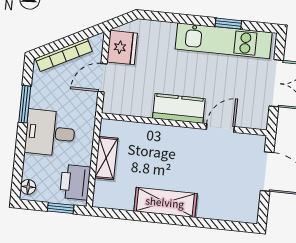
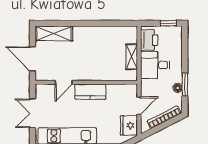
desk: (50, 133) -> (155, 65), moved, turned 180
floor lamp: (28, 187) -> (178, 88), moved
shelving: (165, 202) -> (54, 33), moved
window: (61, 208) -> (169, 23), moved

